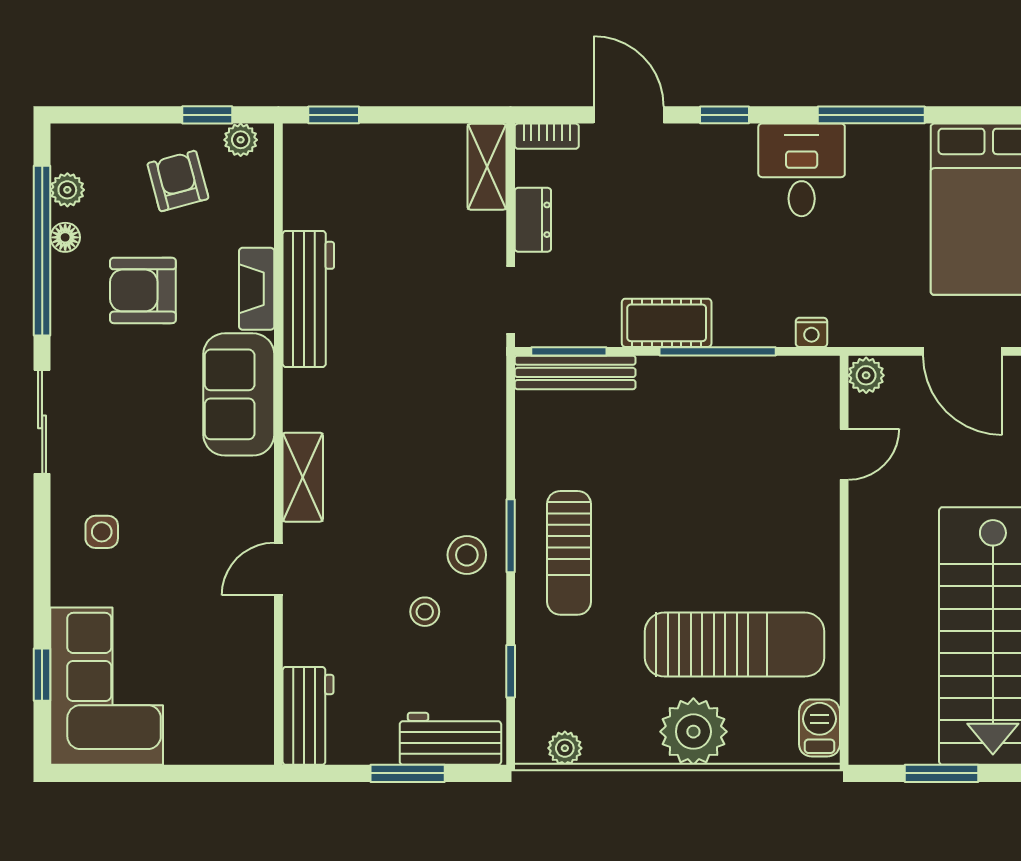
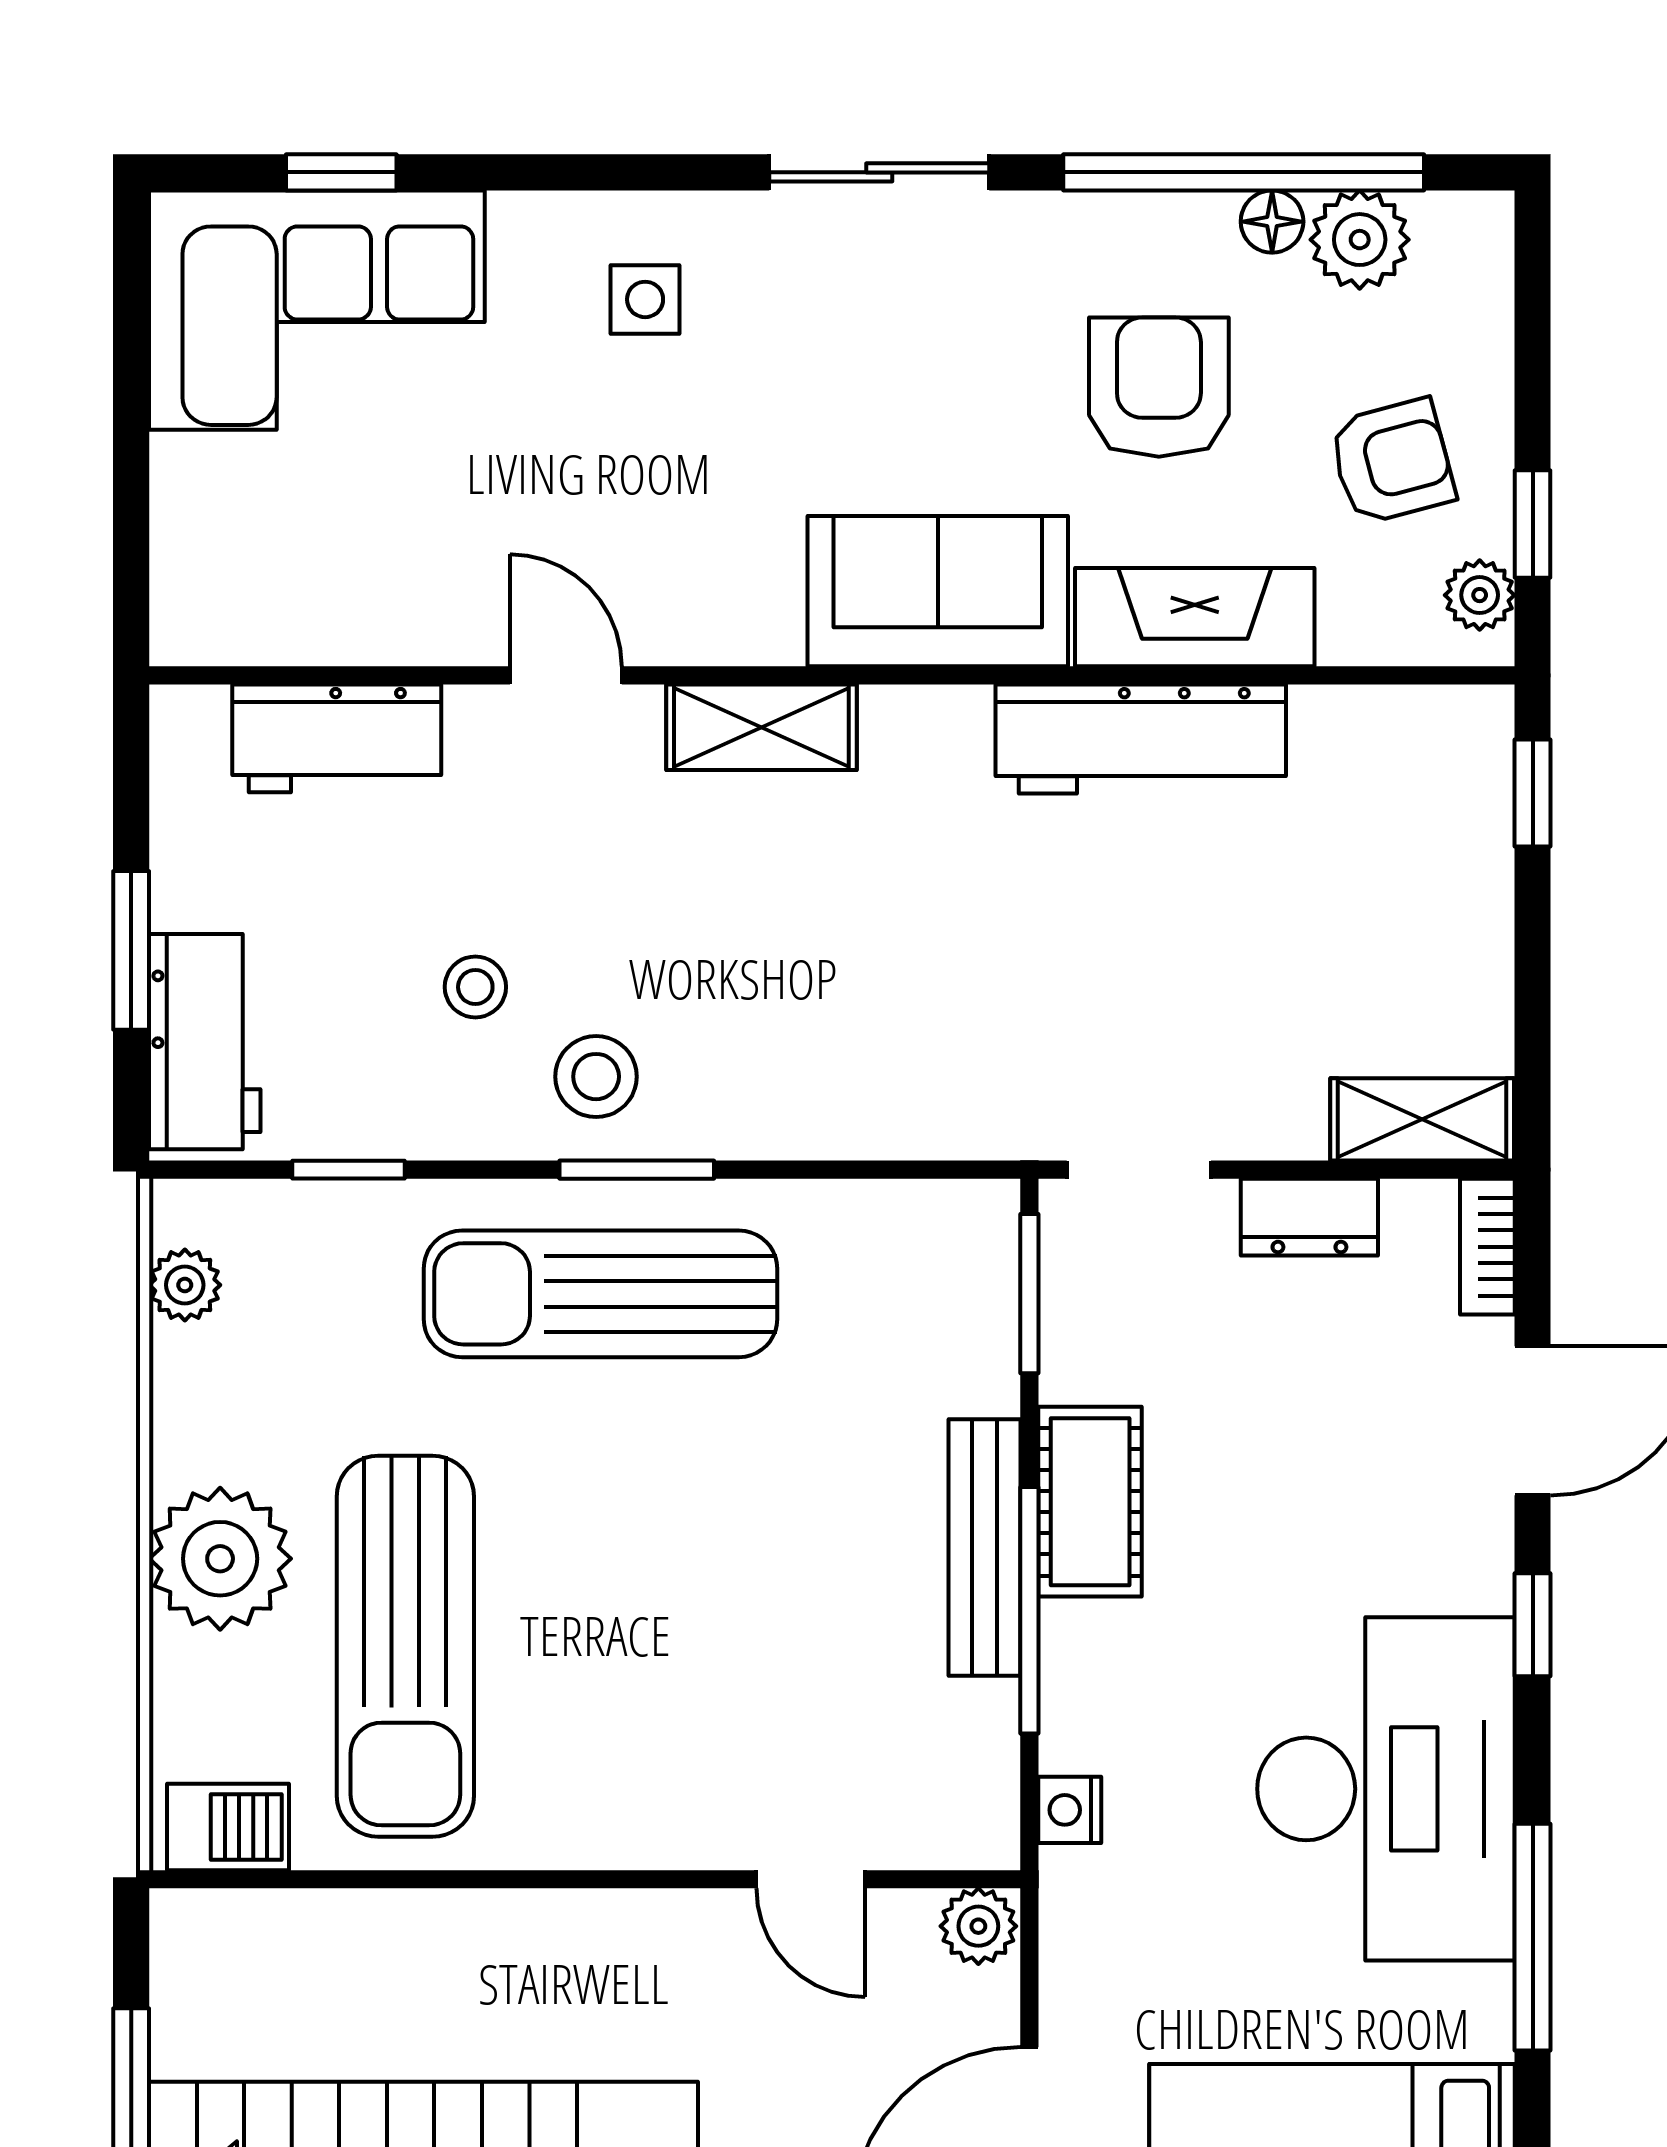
desk: (802, 170) -> (1386, 1789), width x1.87, depth x1.30
plant: (67, 190) -> (1360, 240), width x1.38, depth x1.38
fireplace: (257, 289) -> (1195, 617), width x1.37, depth x1.32
bench: (575, 372) -> (984, 1548), moved
sun lounger: (569, 553) -> (600, 1294), width x1.36, depth x1.34
workbench: (308, 716) -> (337, 738), moved

